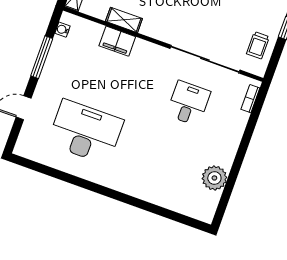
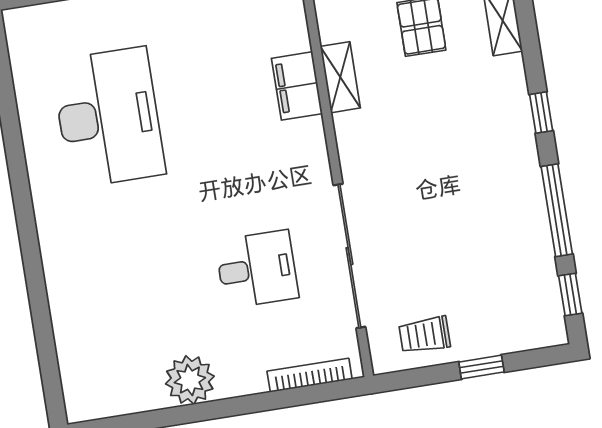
bookcase: (250, 99) -> (310, 375), width x1.56
plant: (214, 178) -> (190, 380), moved

